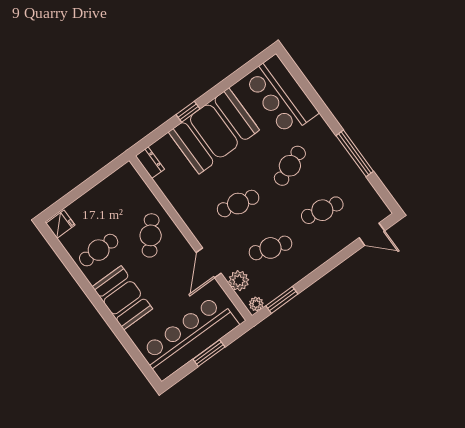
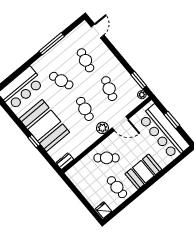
plant: (239, 281) -> (102, 128), moved

